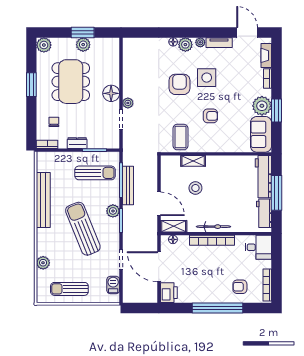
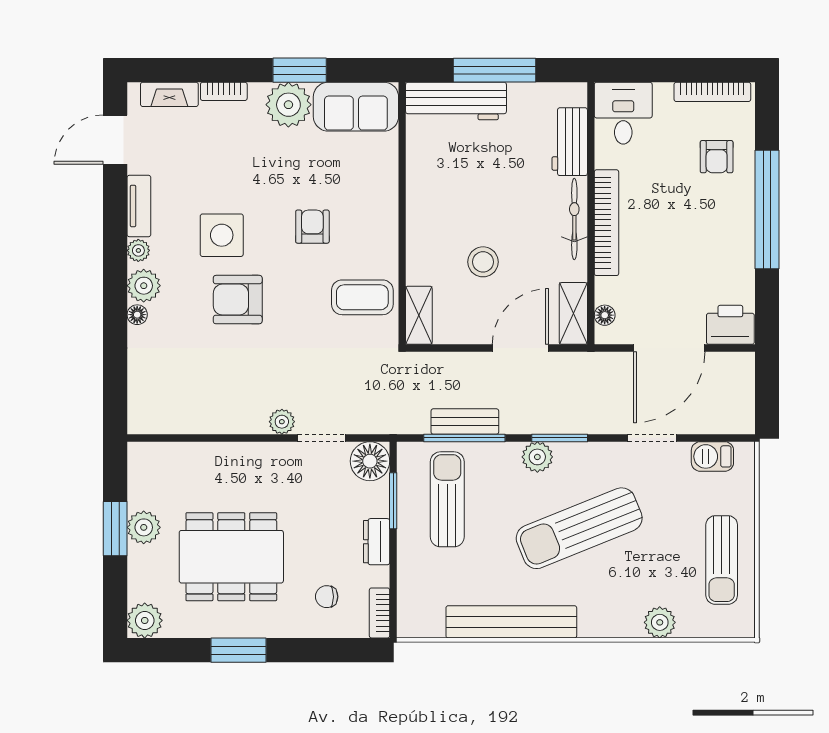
floor lamp: (111, 93) -> (370, 461), moved
shelving: (193, 161) -> (419, 315), moved
bench: (128, 186) -> (465, 422), width x0.73
workbench: (264, 213) -> (570, 142), moved, turned 90

